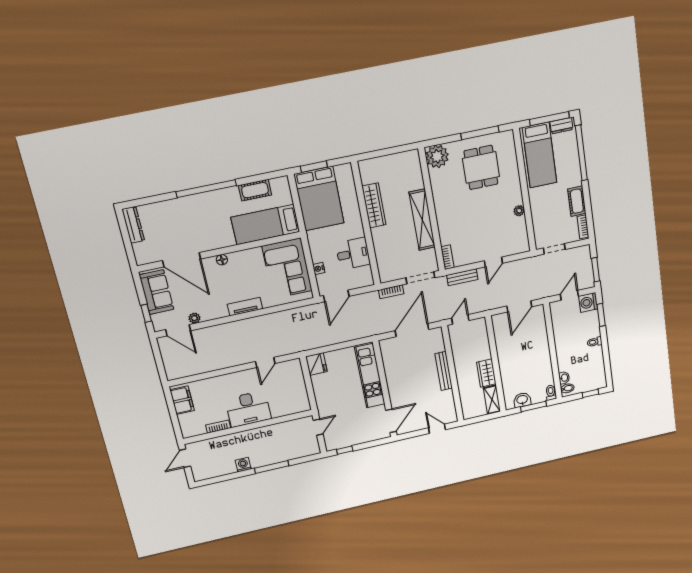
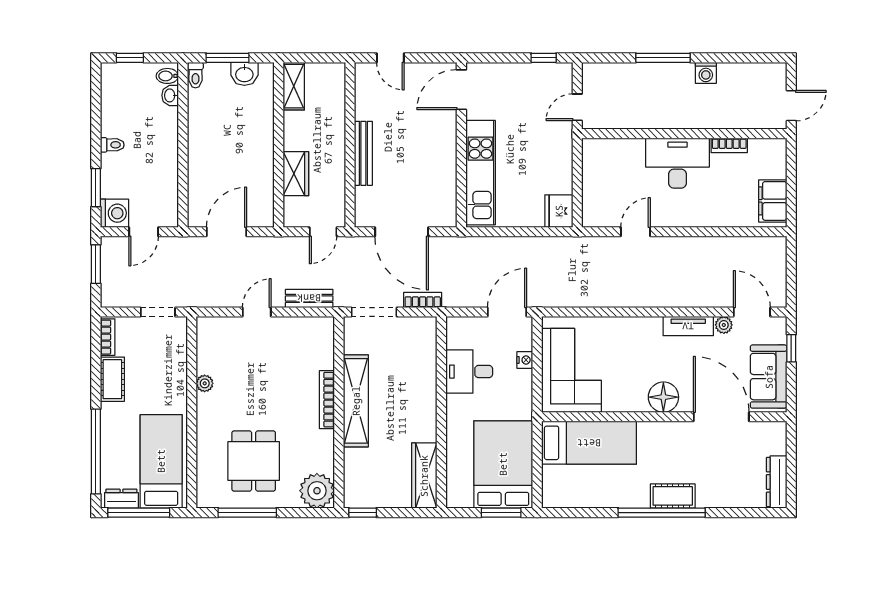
window: (405, 148) -> (363, 513), added
cot: (255, 190) -> (673, 496), moved
wardrobe: (374, 205) -> (424, 476), moved
bookcase: (447, 257) -> (327, 400), moved, width x1.56
floor lamp: (222, 260) -> (663, 397), width x1.89, depth x1.89
tv unit: (245, 307) -> (688, 326), moved
door: (412, 330) -> (402, 232), hinge flipped
wardrobe: (486, 373) -> (296, 174), moved

